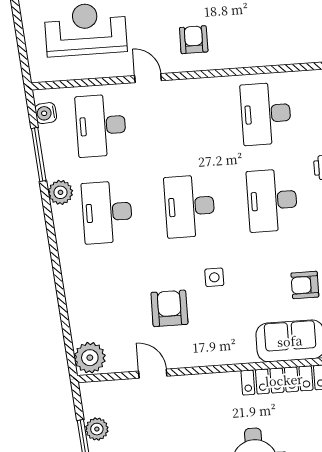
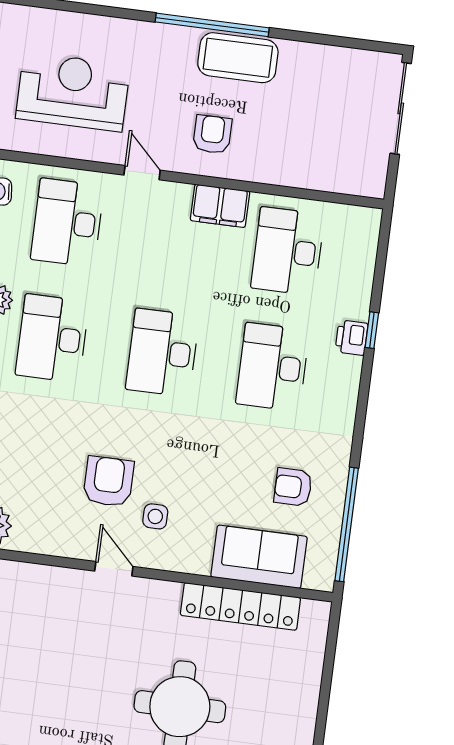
filing cabinet: (210, 91) -> (220, 206), added
side table: (214, 277) -> (155, 516), moved
door: (153, 374) -> (114, 569), moved

